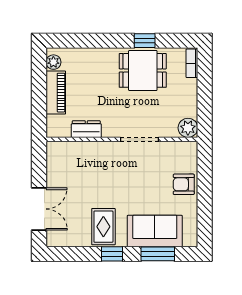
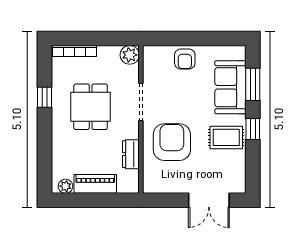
bookcase: (192, 63) -> (75, 51), width x1.56
dining table: (143, 70) -> (91, 107), moved
armchair: (99, 171) -> (172, 142), added
double door: (39, 209) -> (209, 200), swing flipped

